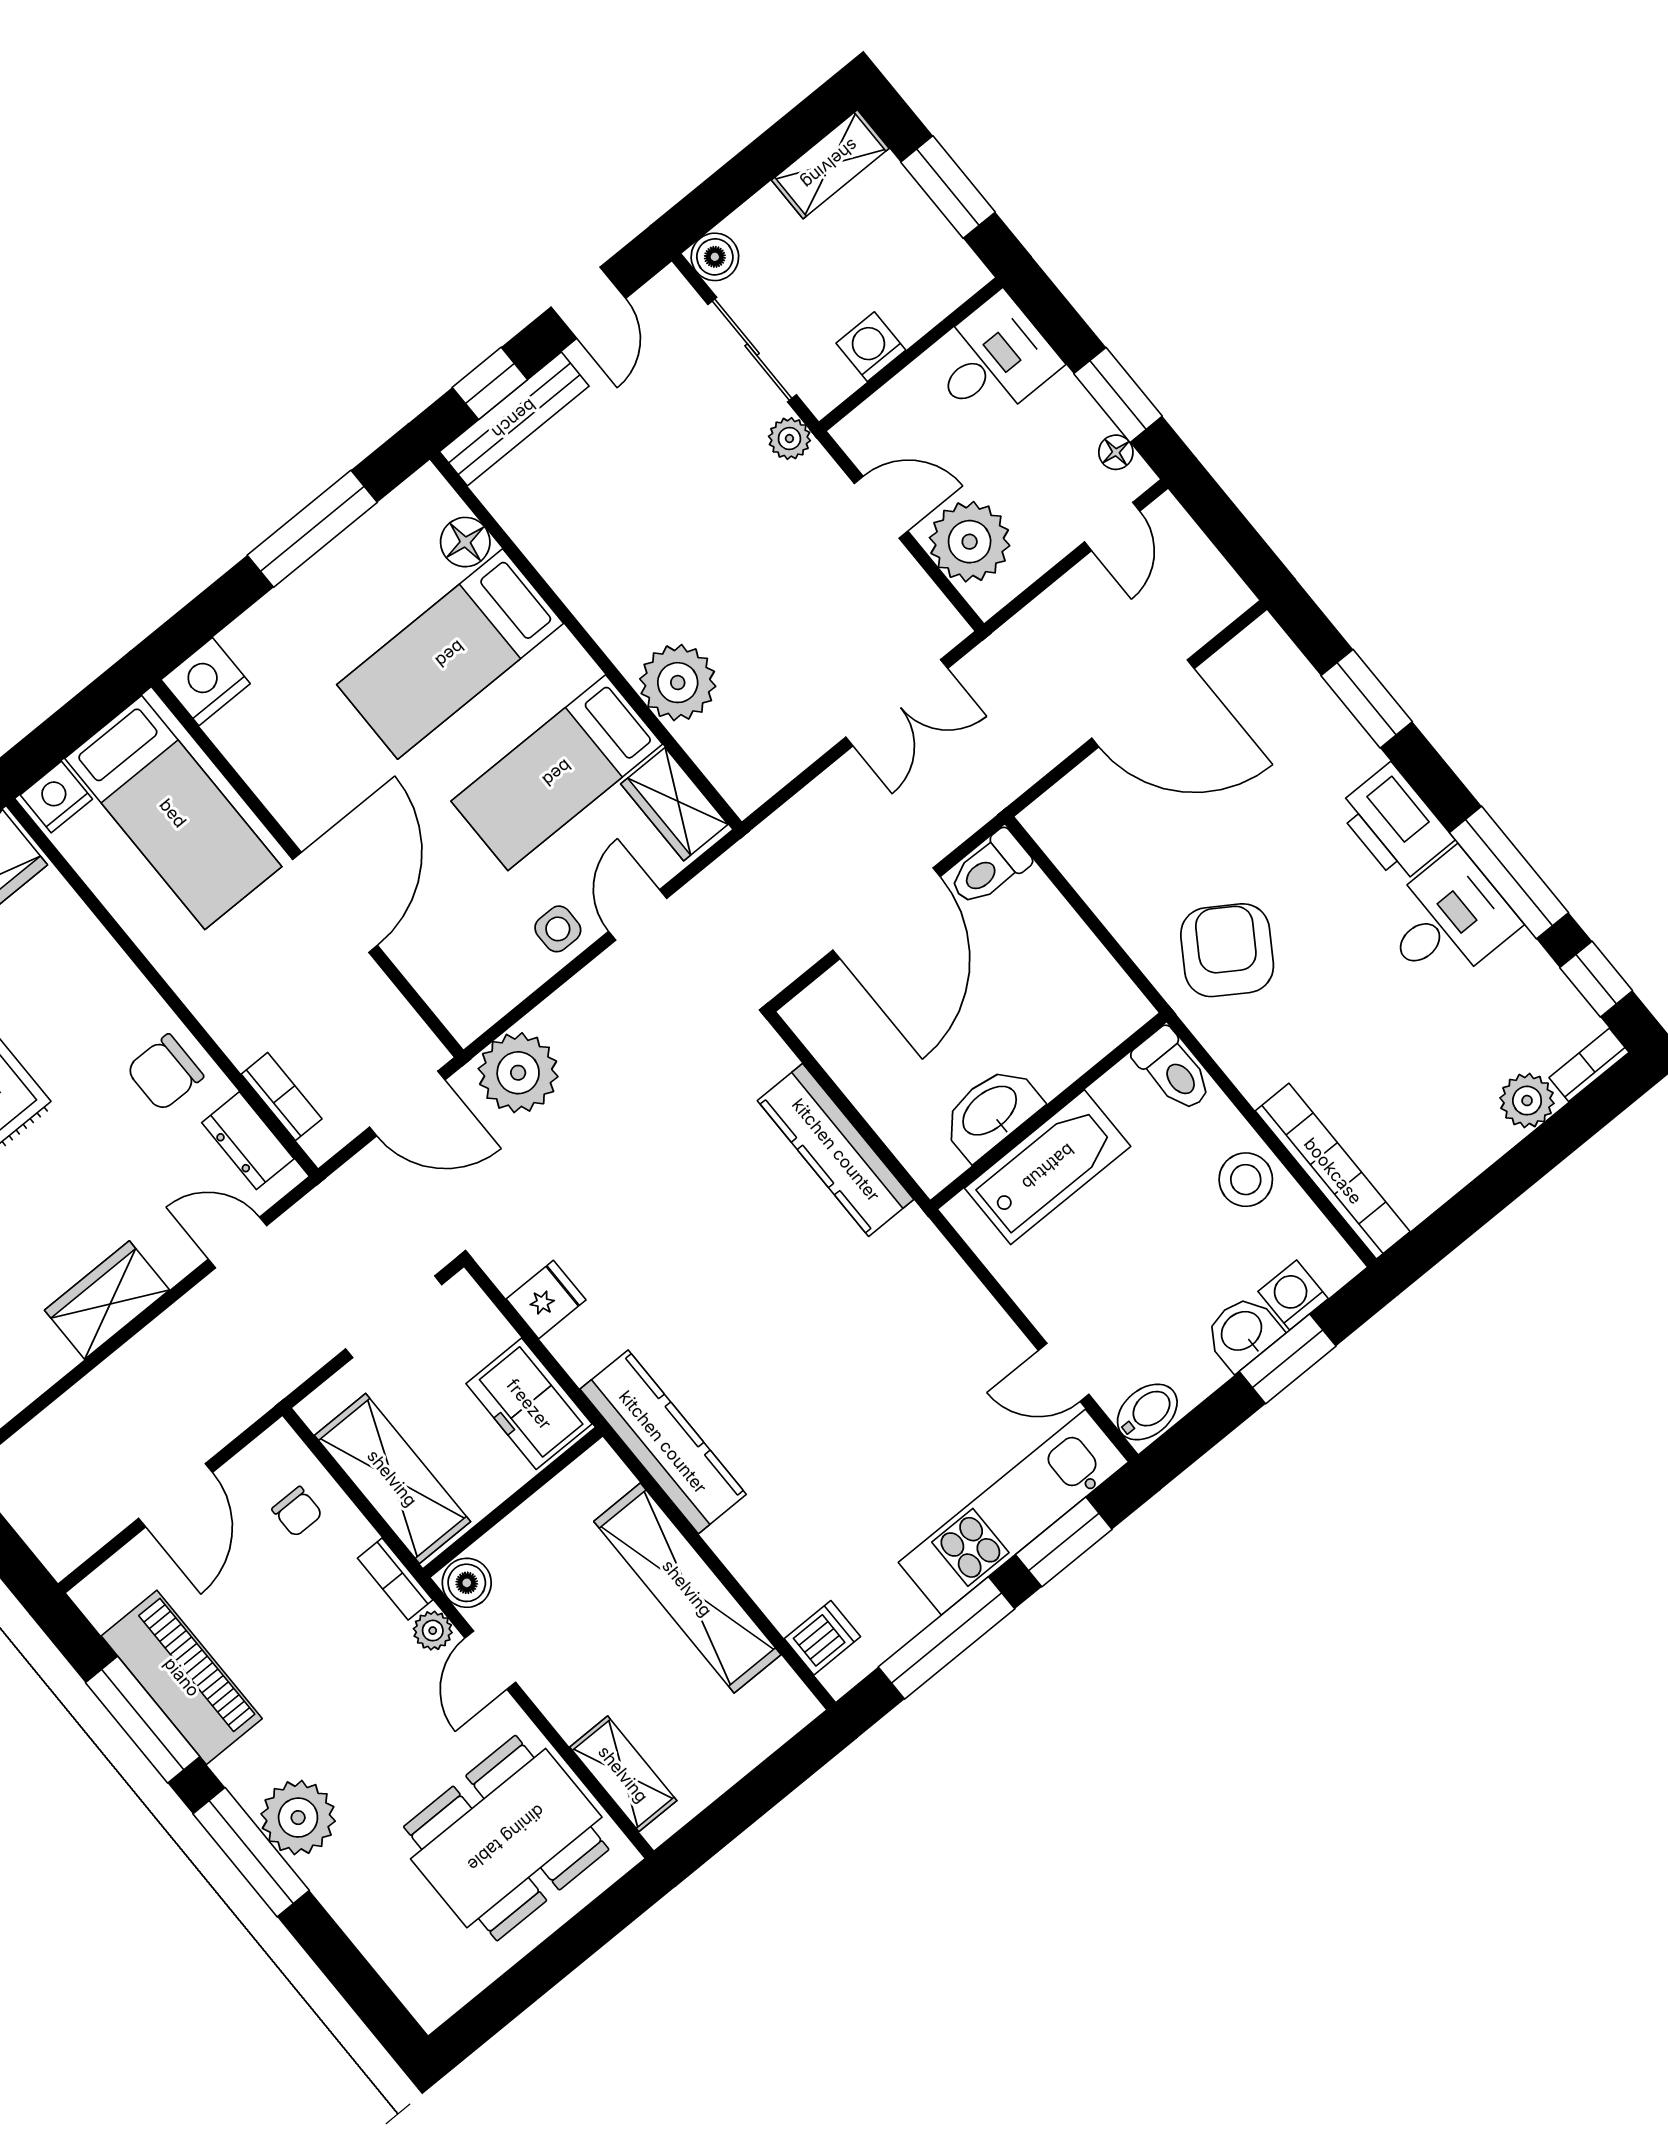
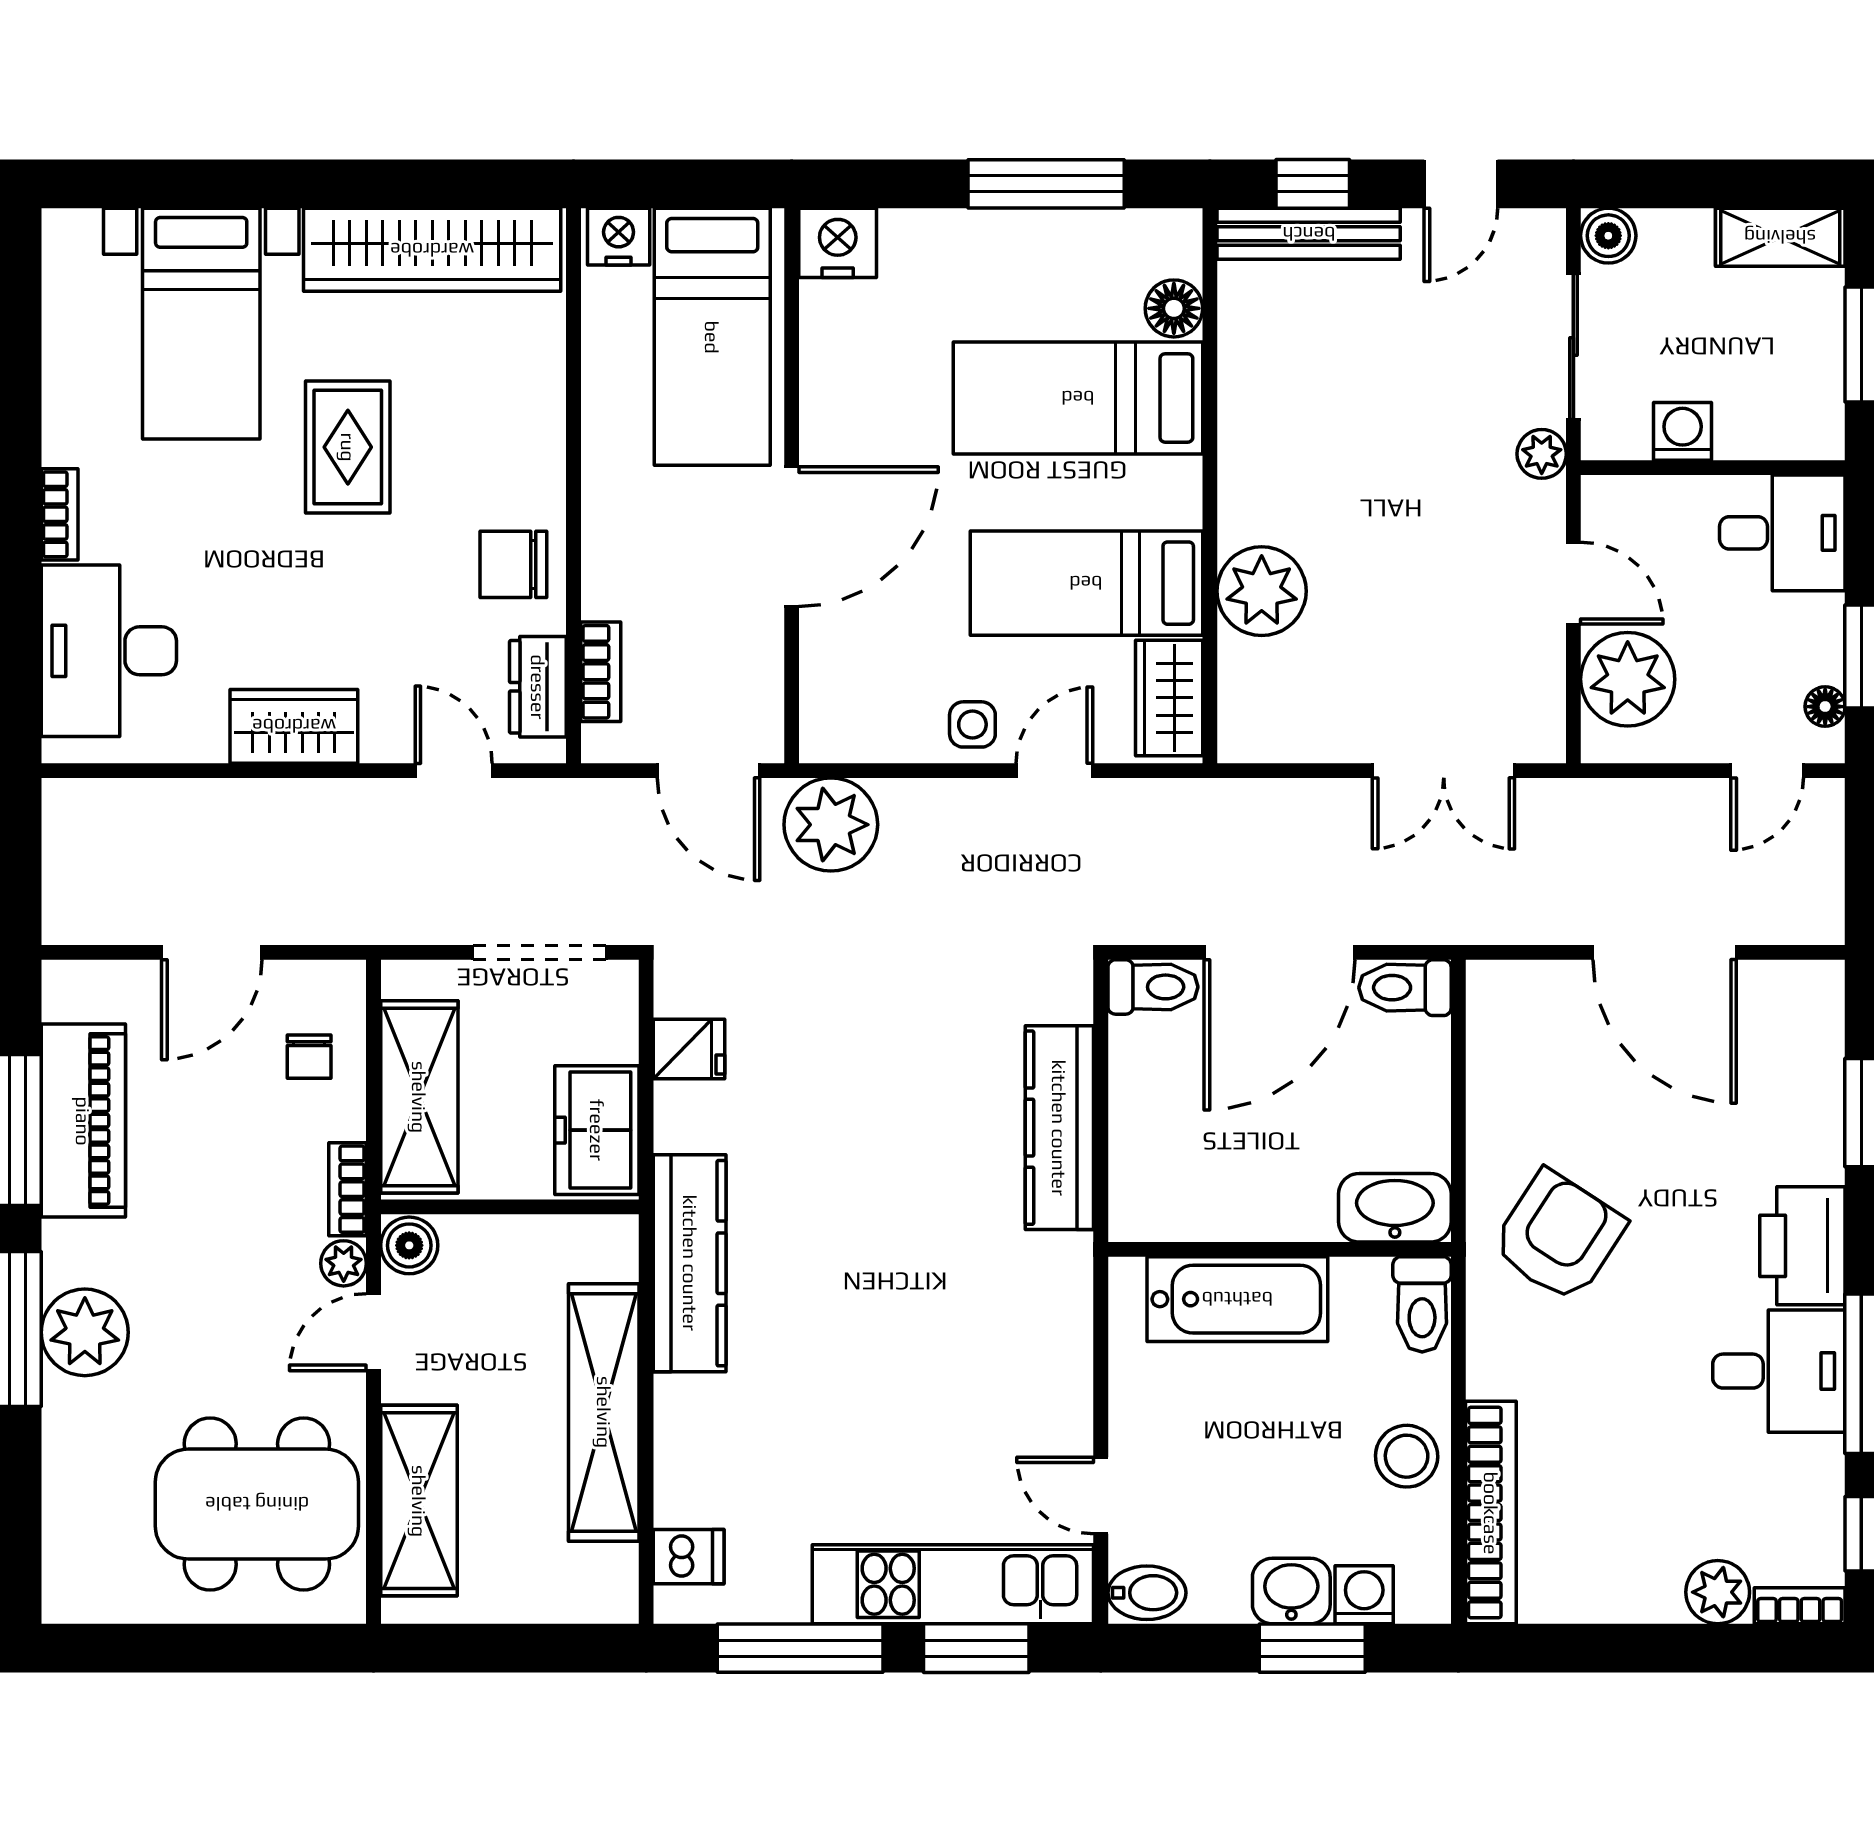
toilet: (821, 1005) -> (1153, 987), added
washbasin: (991, 1112) -> (1395, 1208), moved
shelving: (623, 1774) -> (419, 1501), width x1.50, depth x1.33

